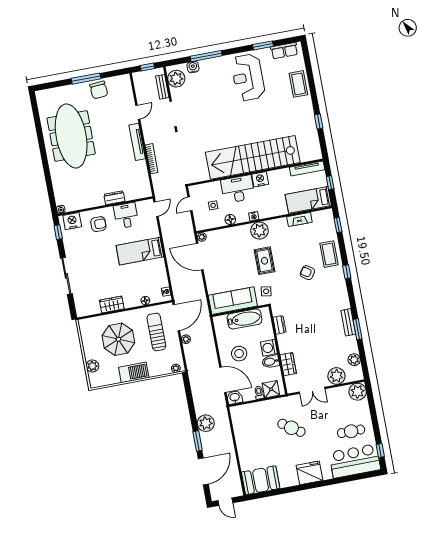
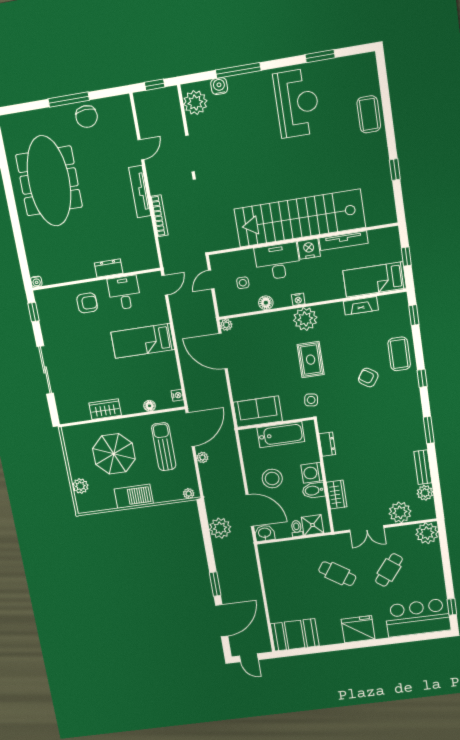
row of seats: (284, 51) -> (351, 65), removed
reception desk: (248, 77) -> (297, 103), turned 180
bench: (162, 87) -> (175, 114), removed
tv unit: (307, 168) -> (344, 241), moved
nightstand: (72, 221) -> (52, 298), removed
sofa: (233, 301) -> (258, 412), width x0.73
bench: (348, 322) -> (423, 467), moved
window: (358, 329) -> (429, 430), moved
plant: (206, 423) -> (220, 528), moved
cafe table: (351, 431) -> (389, 570), moved, turned -52

